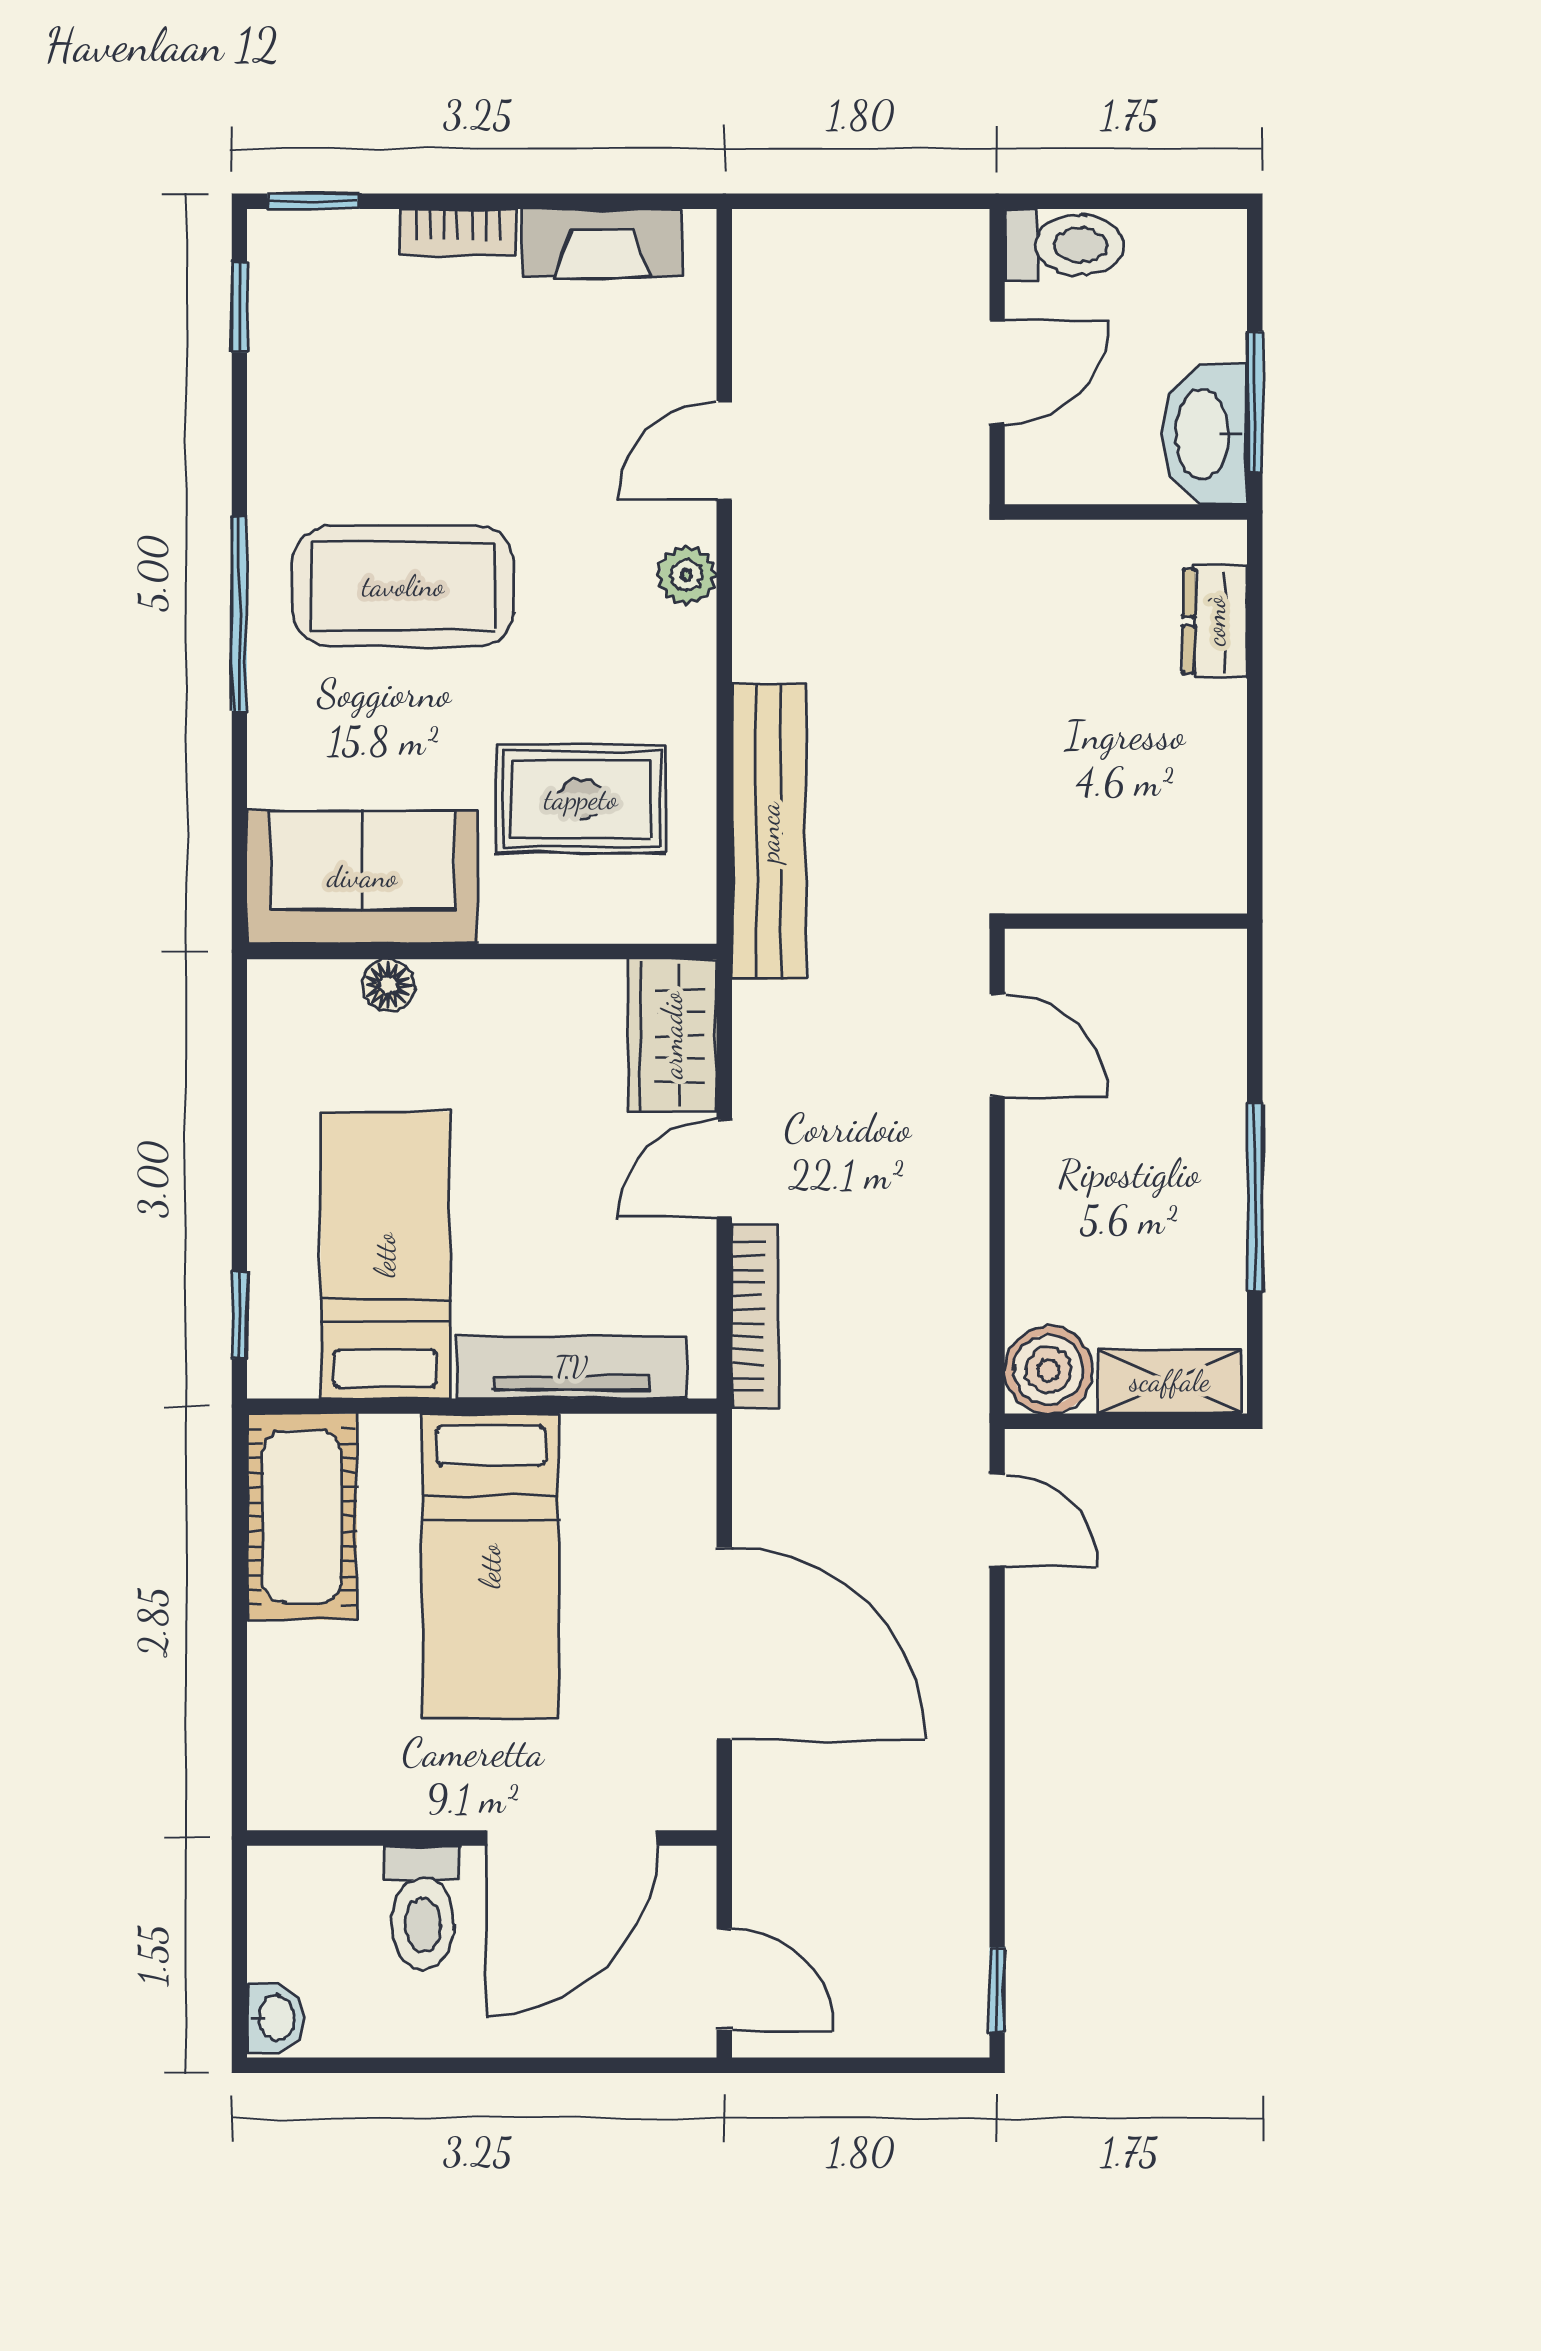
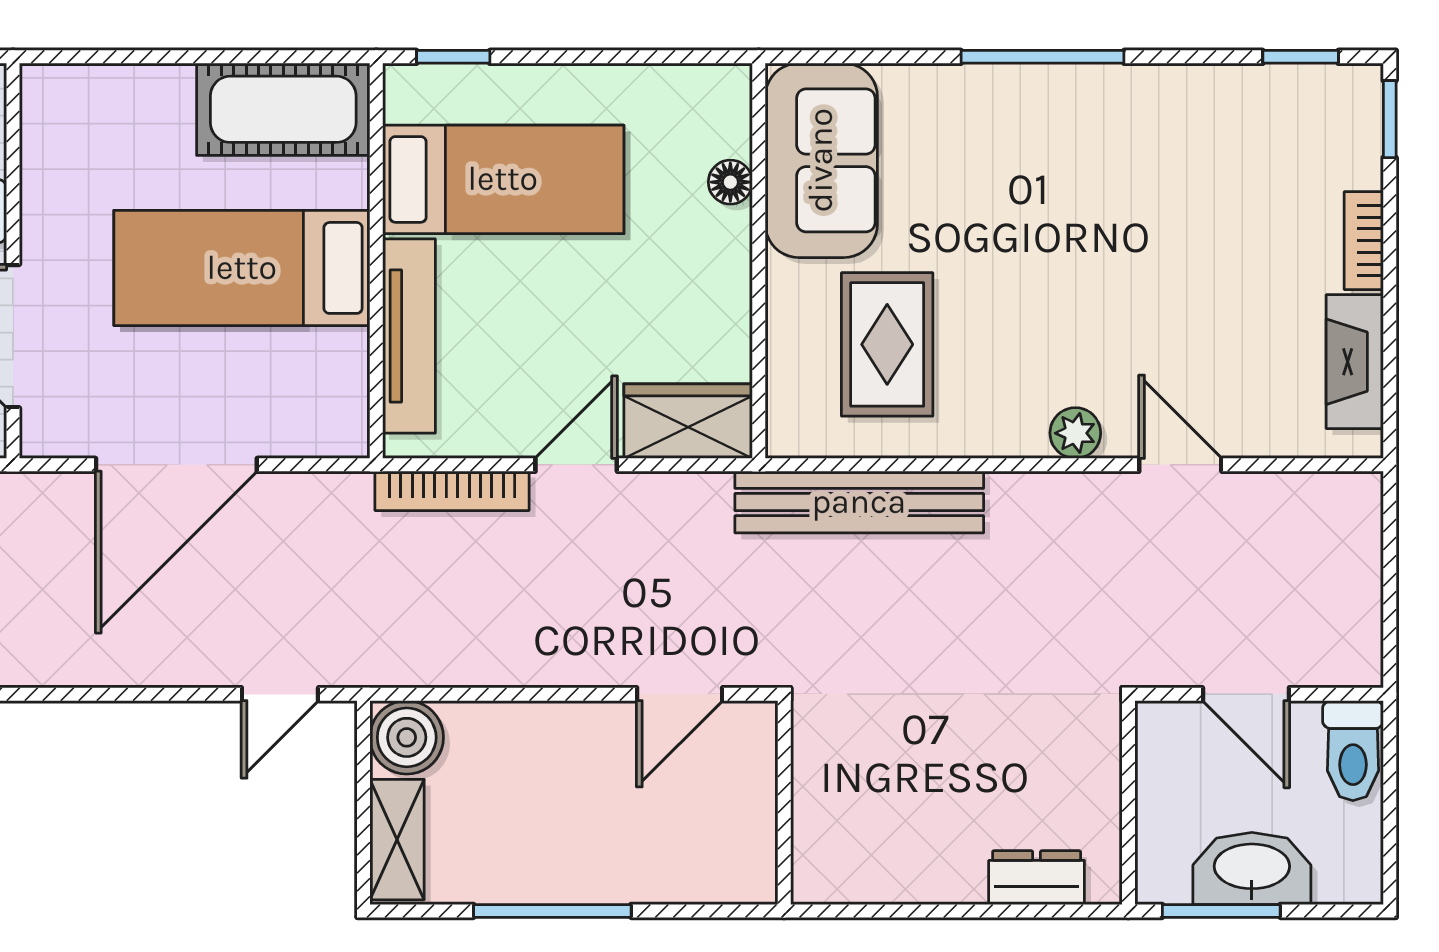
washbasin: (1204, 434) -> (1252, 869), moved
coffee table: (403, 586) -> (1066, 195), removed
door: (724, 1168) -> (576, 465), hinge flipped

